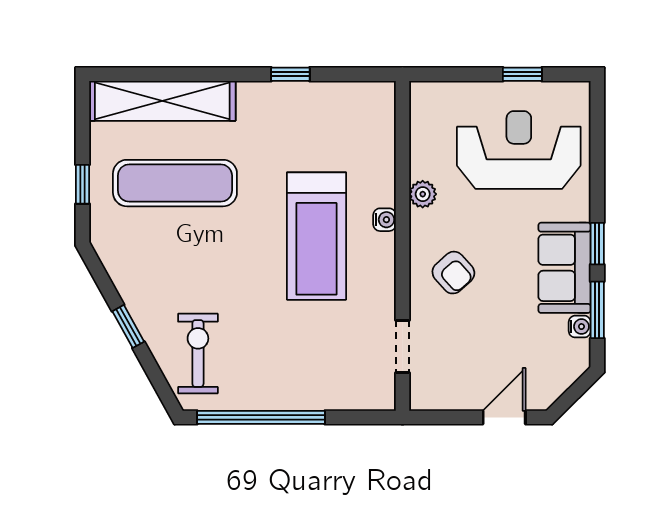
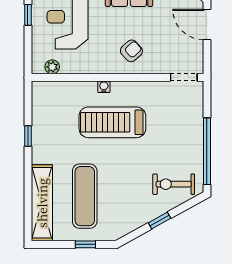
plant: (423, 194) -> (52, 67), moved
treadmill: (316, 236) -> (112, 122), turned 180
doorway: (403, 346) -> (184, 77), moved
door: (504, 417) -> (207, 24), width x1.38

